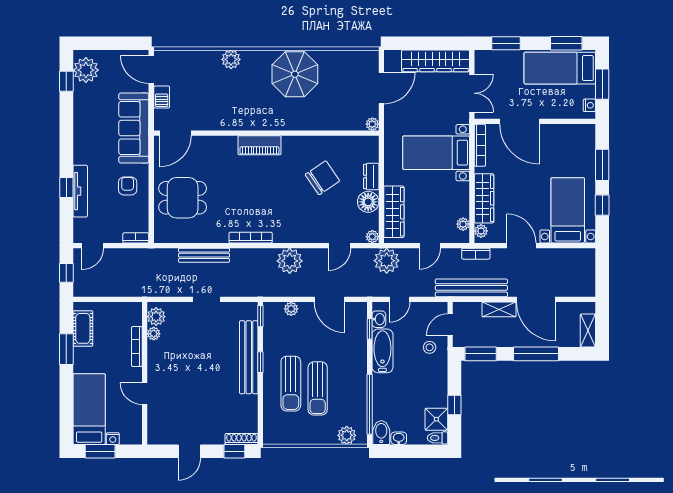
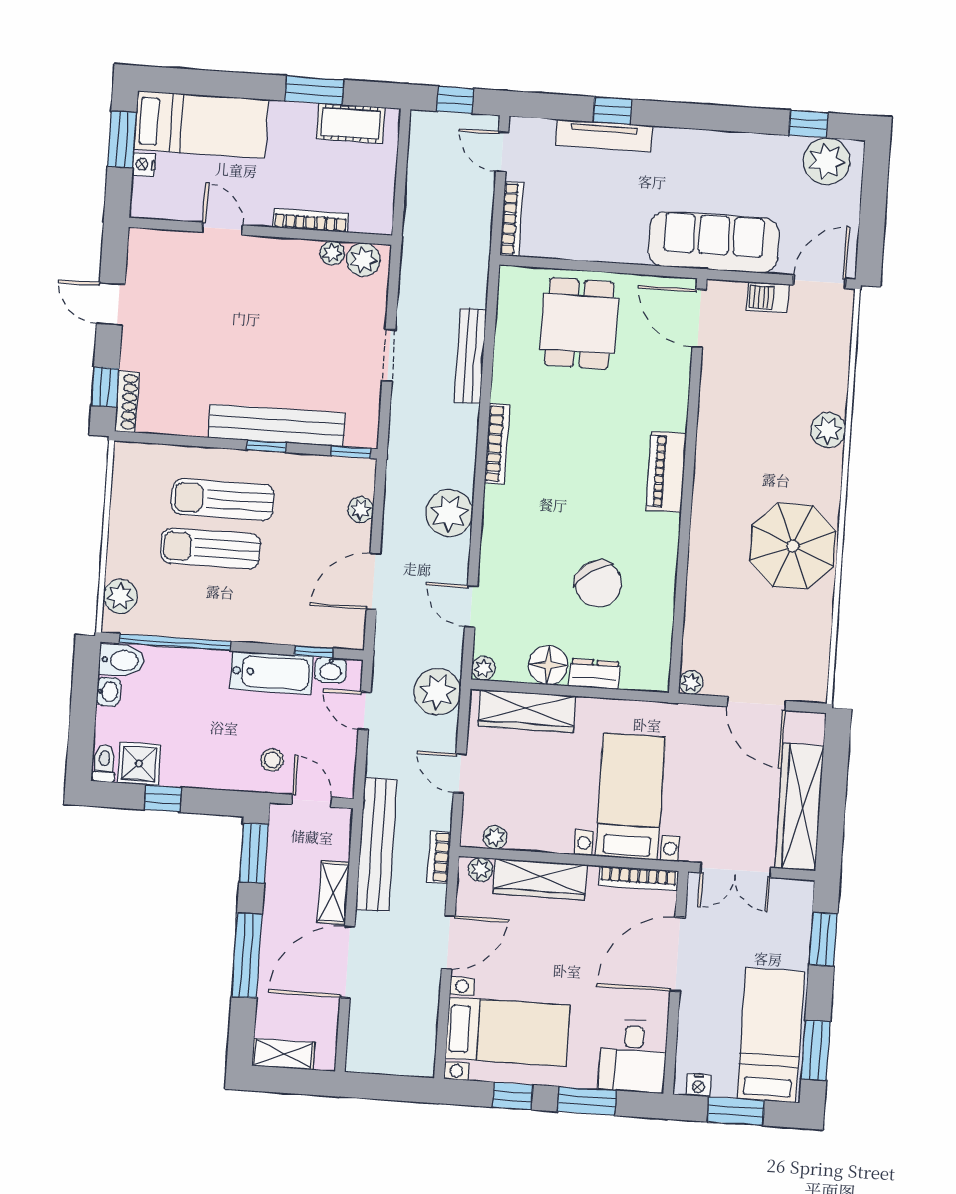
desk: (576, 142) -> (633, 1056), added
armchair: (128, 186) -> (608, 224), removed
bookcase: (136, 238) -> (512, 219), width x1.56
door: (145, 394) -> (223, 229), hinge flipped

